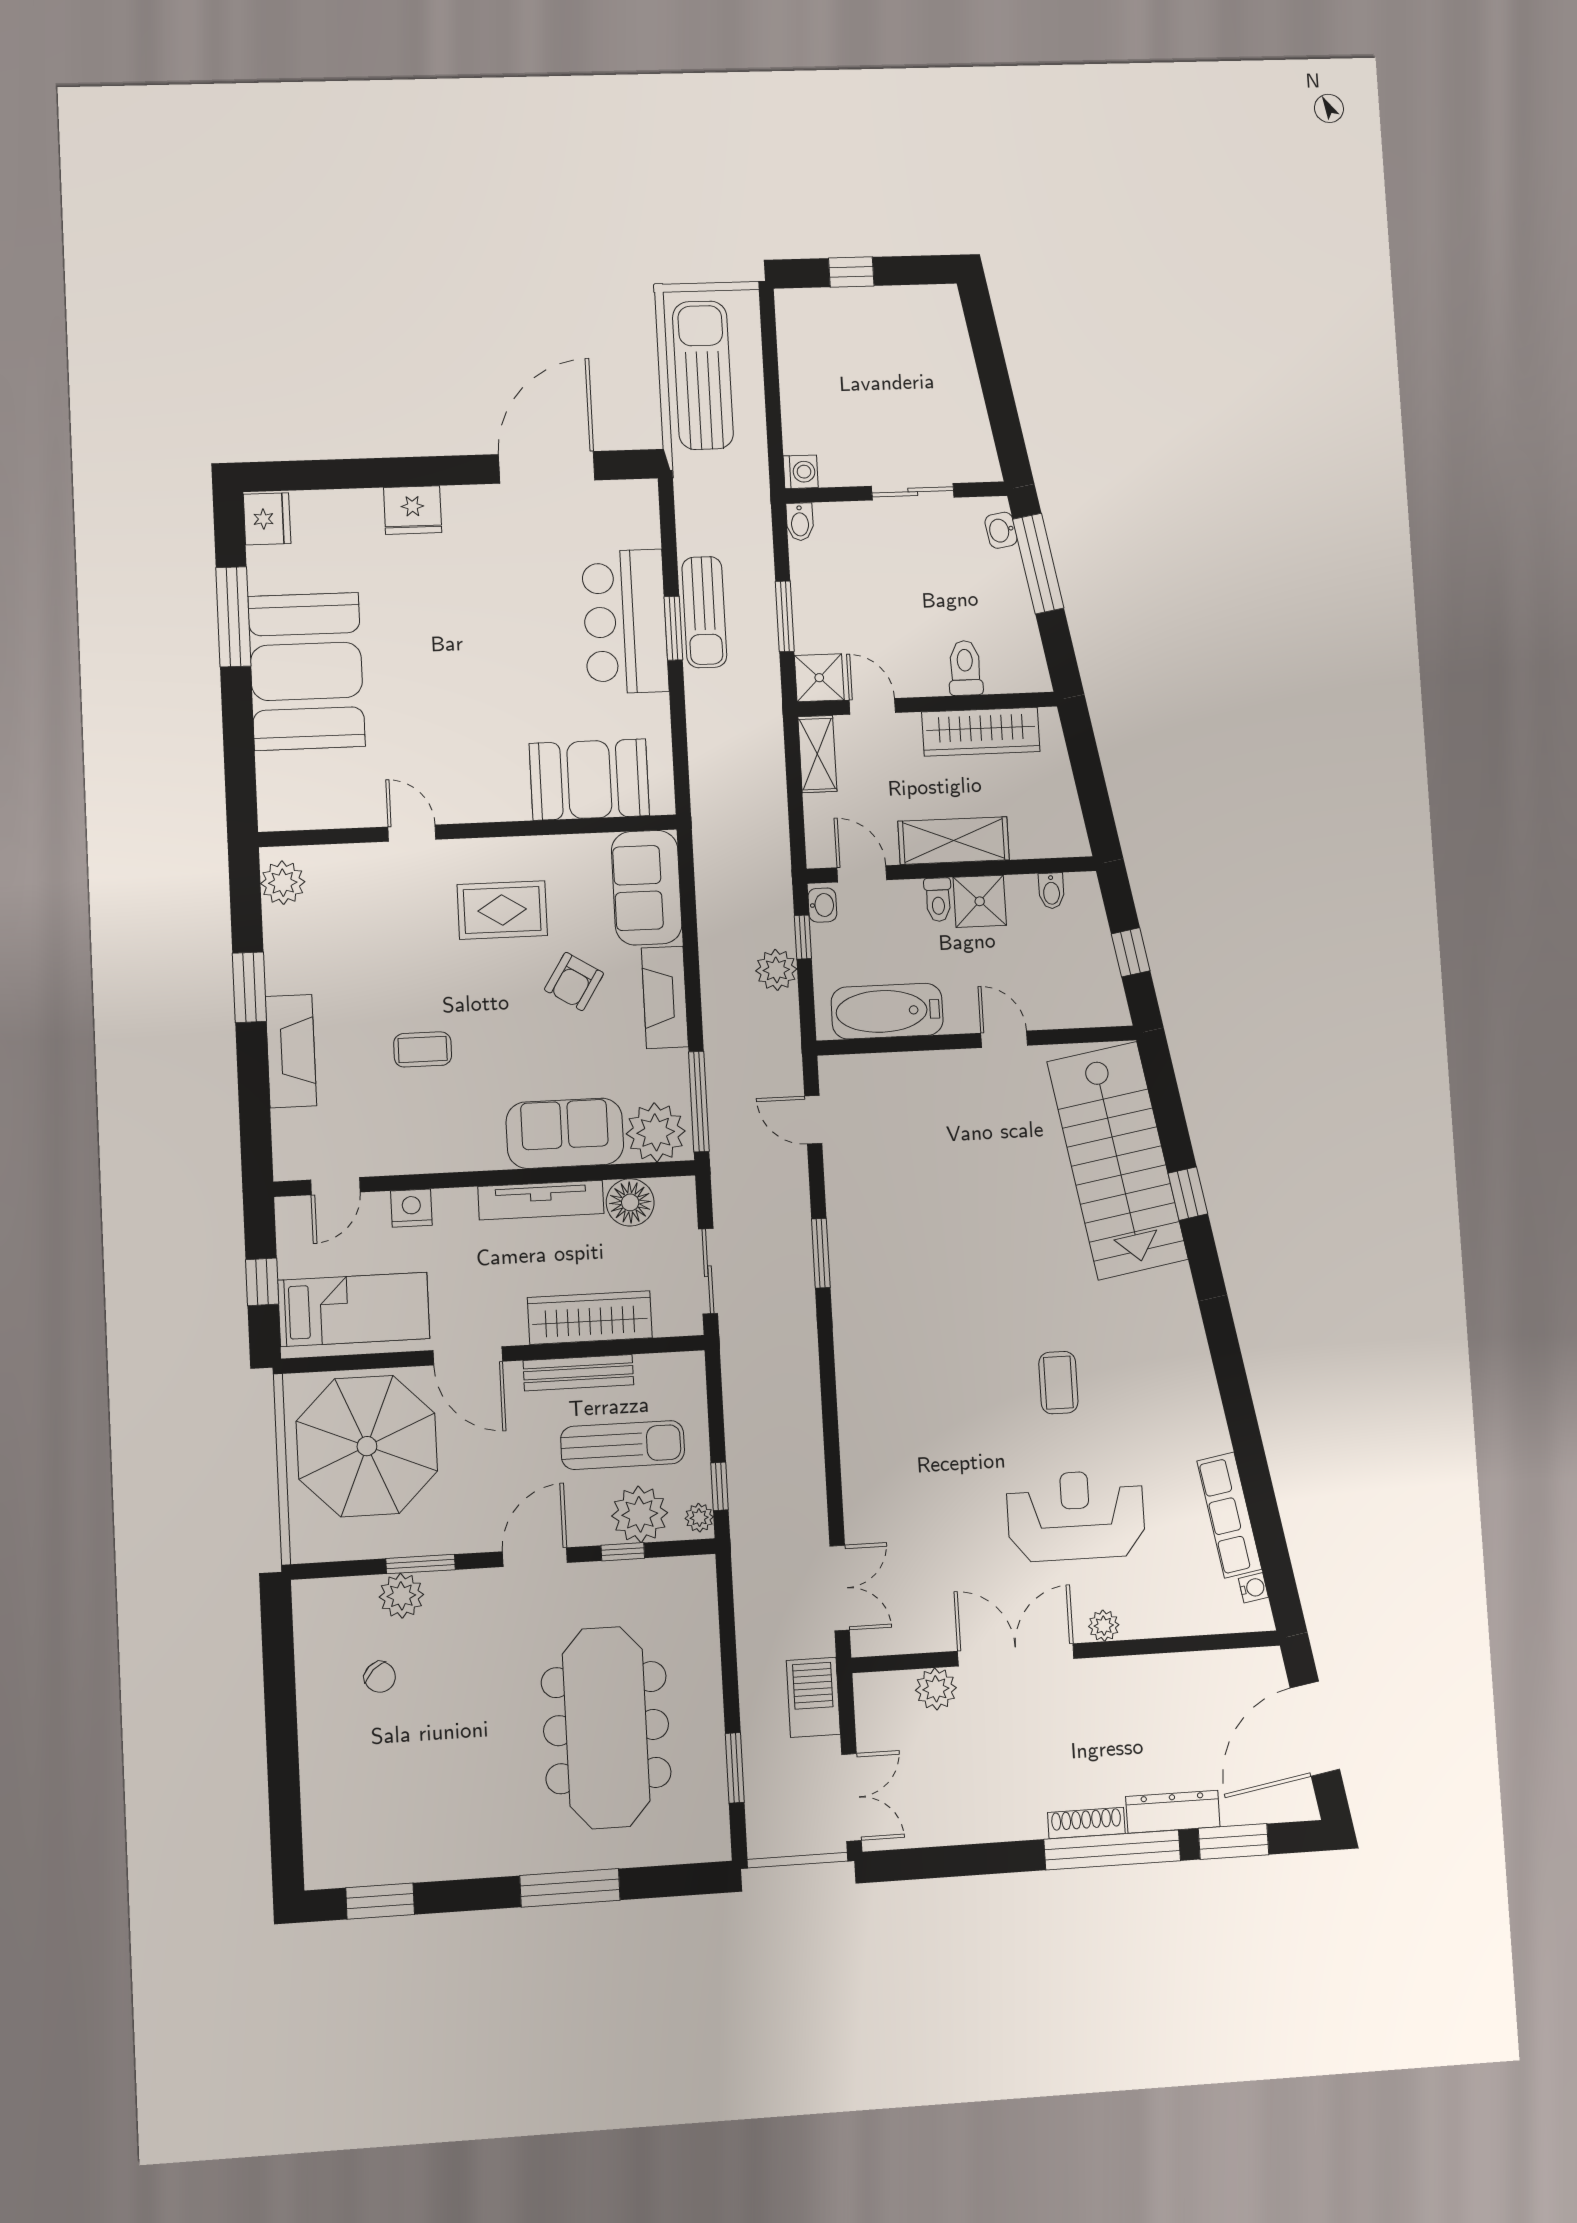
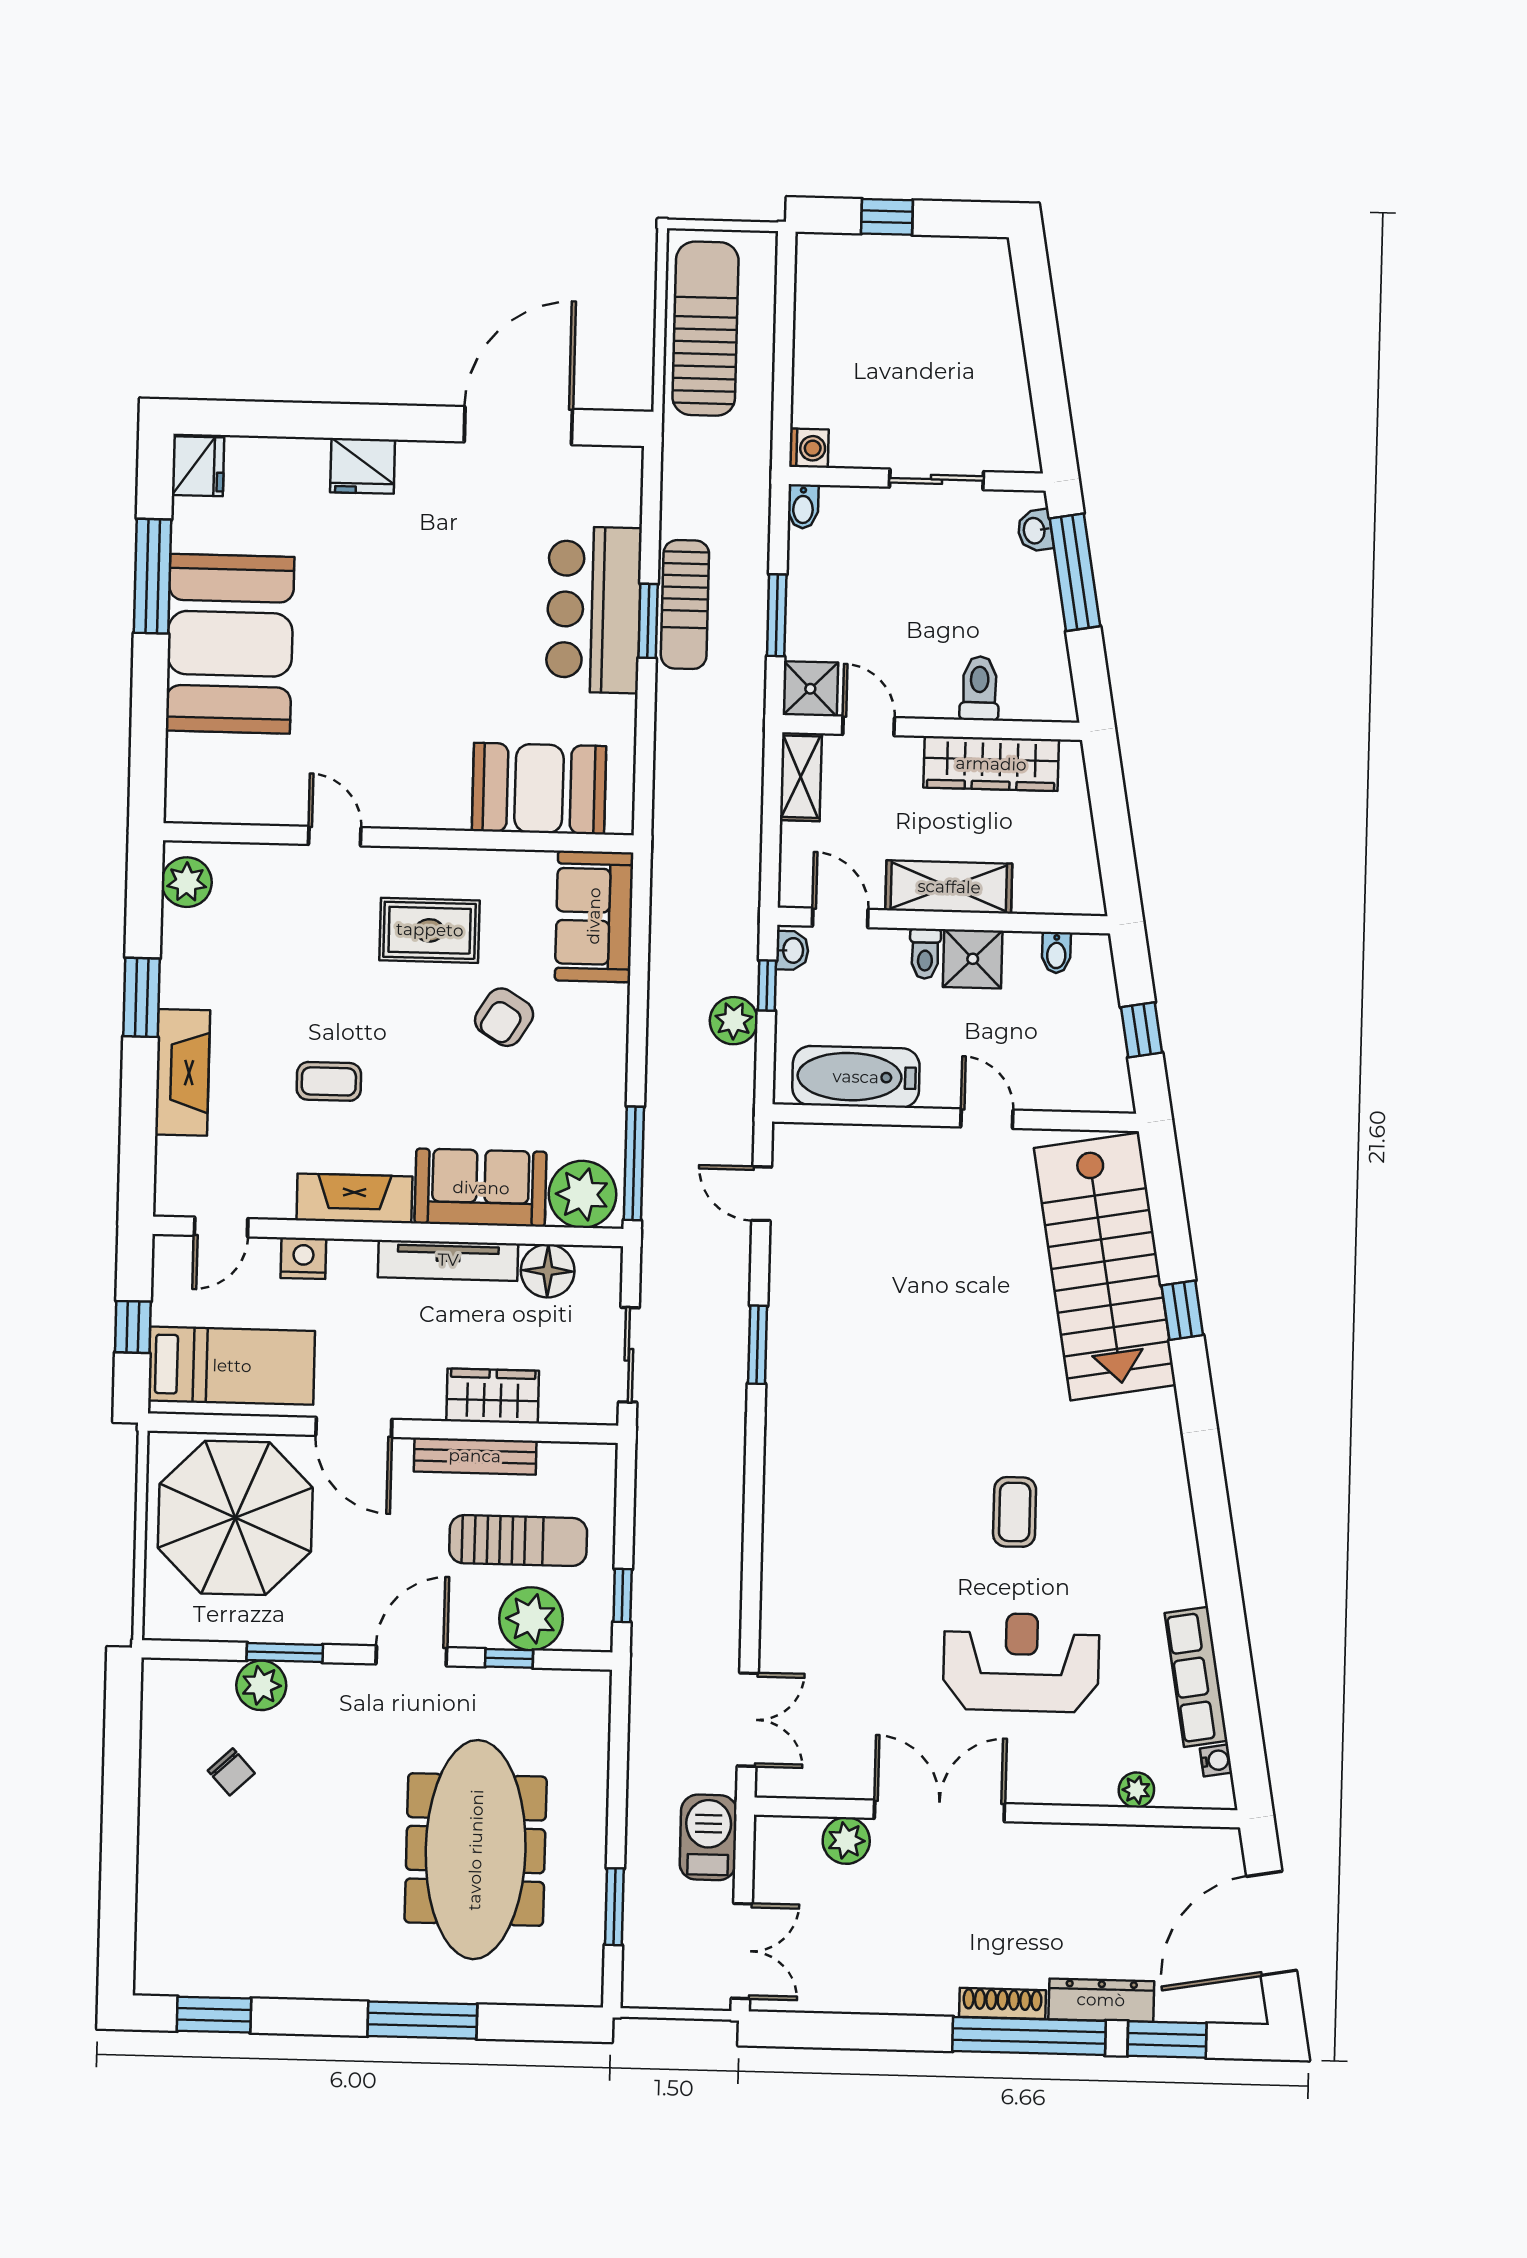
fireplace: (665, 997) -> (354, 1198), moved, turned 90
wardrobe: (590, 1318) -> (493, 1396), width x0.67
plant: (699, 1518) -> (597, 1628), removed
plant: (1104, 1626) -> (1136, 1790), moved

